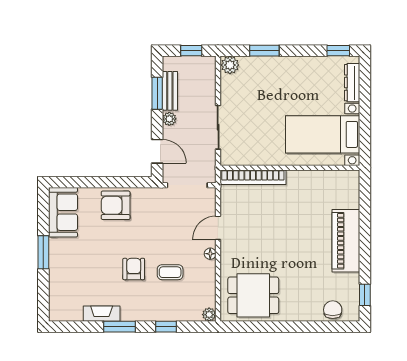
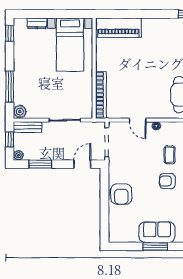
window: (264, 51) -> (10, 87), width x1.44
dresser: (352, 83) -> (37, 23), width x0.70
bench: (170, 91) -> (28, 127), moved
plant: (169, 119) -> (18, 155), moved
sofa: (63, 212) -> (157, 232), moved
piano: (346, 241) -> (118, 28), moved

